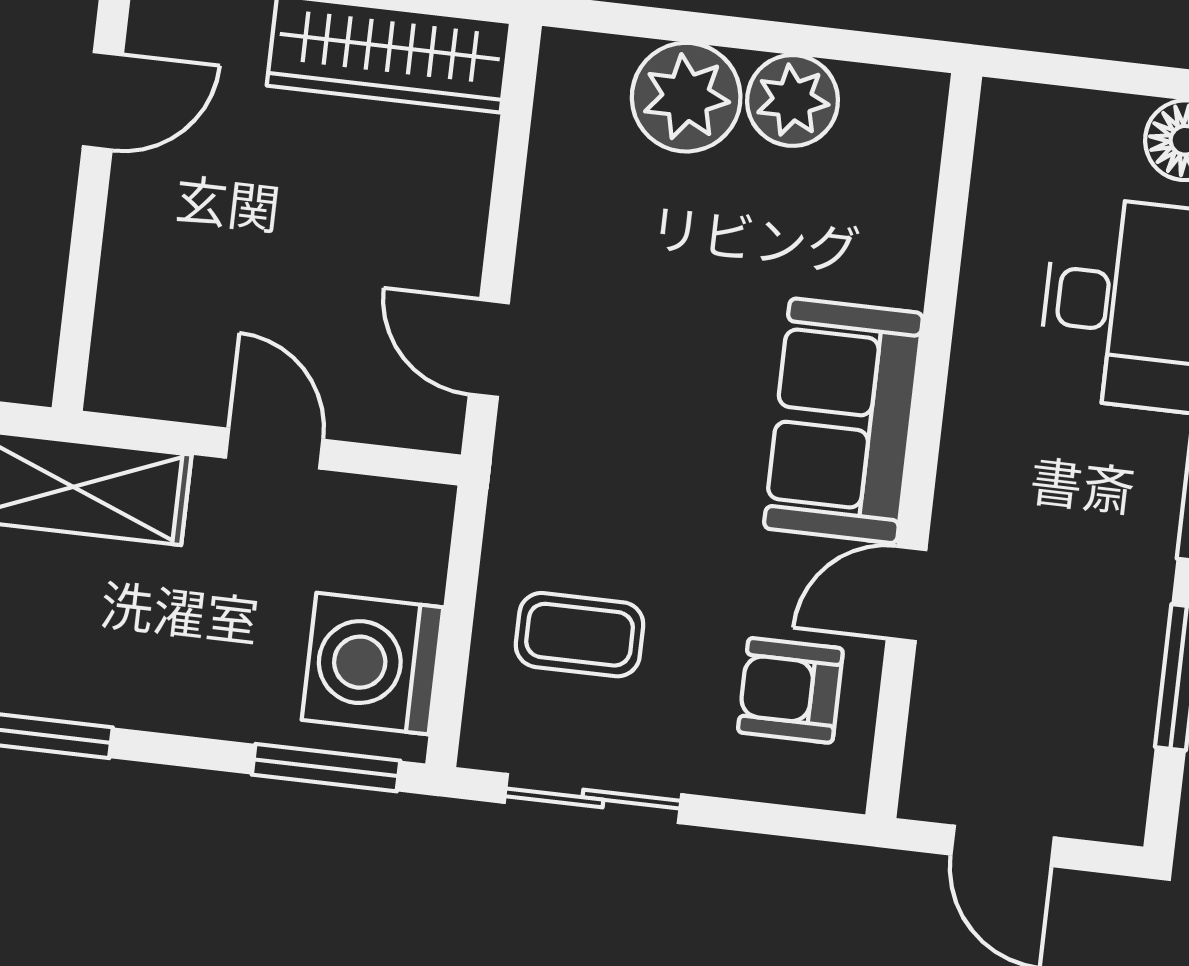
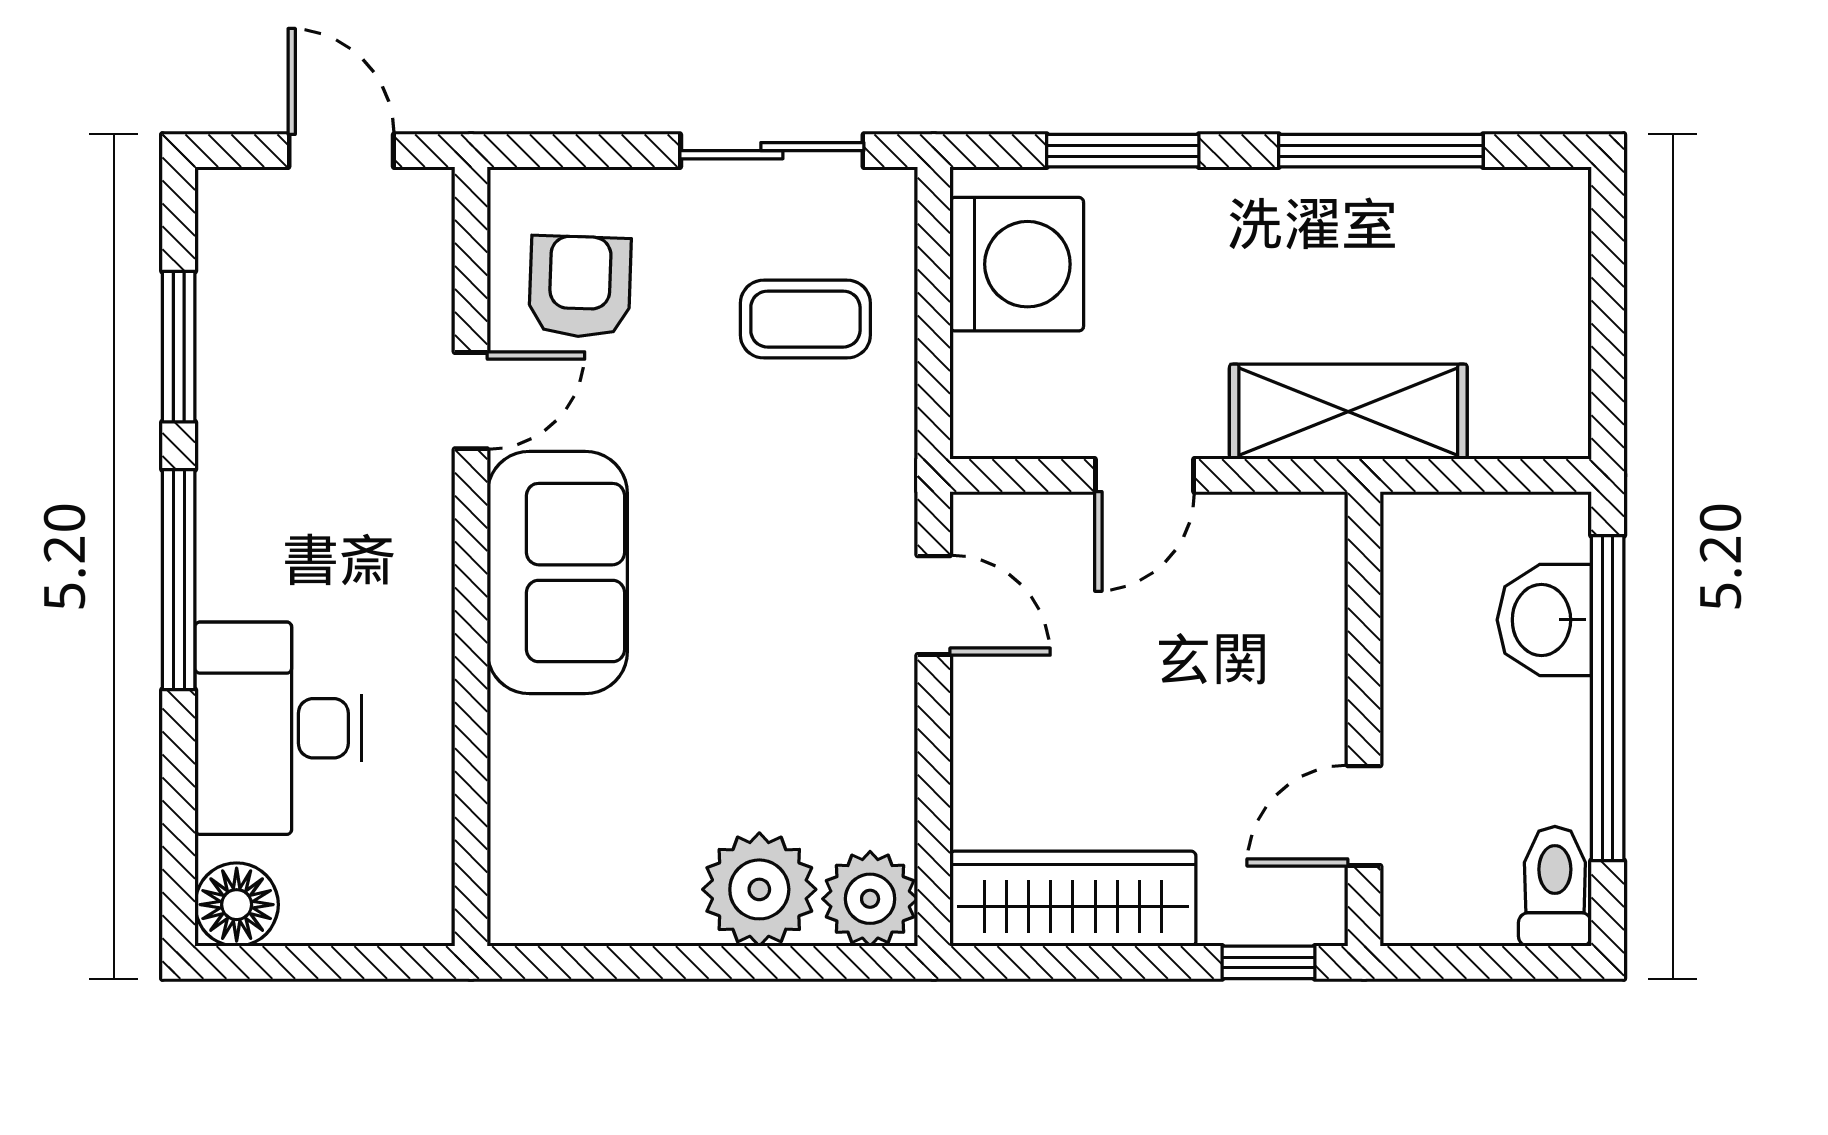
plant: (793, 100) -> (870, 899), moved
door: (274, 449) -> (1145, 475), hinge flipped
armchair: (790, 690) -> (580, 287), turned -88
window: (326, 768) -> (1123, 151), moved

